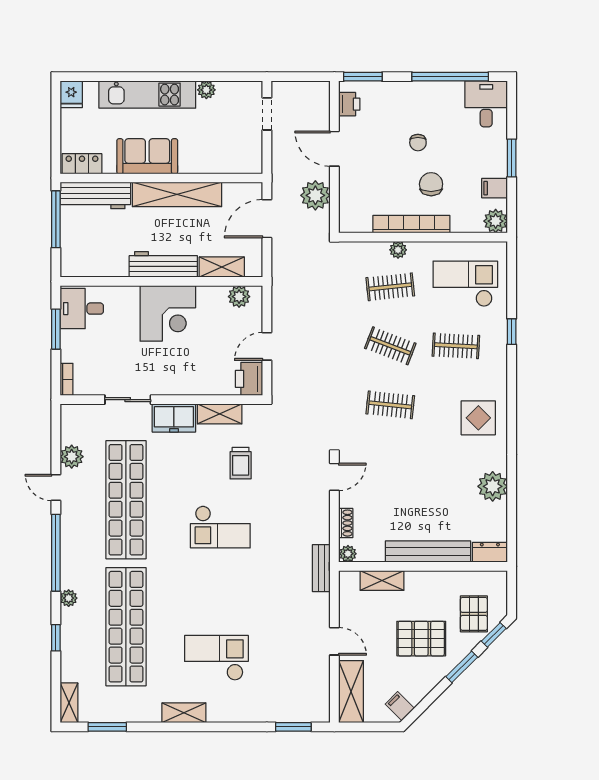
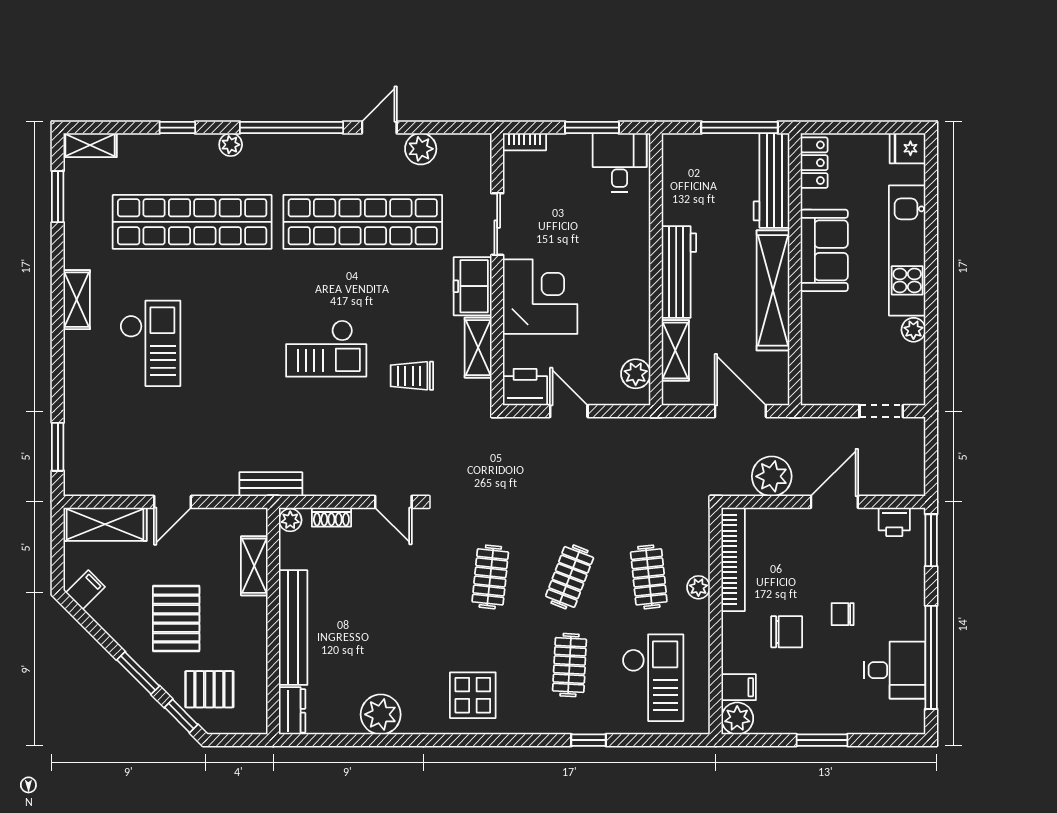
desk: (486, 104) -> (895, 670), moved
filing cabinet: (495, 188) -> (739, 687), moved, turned 90
bookcase: (411, 224) -> (733, 559), moved
corner desk: (168, 313) -> (540, 297), moved, turned 180
checkout: (220, 527) -> (326, 349), turned -90

